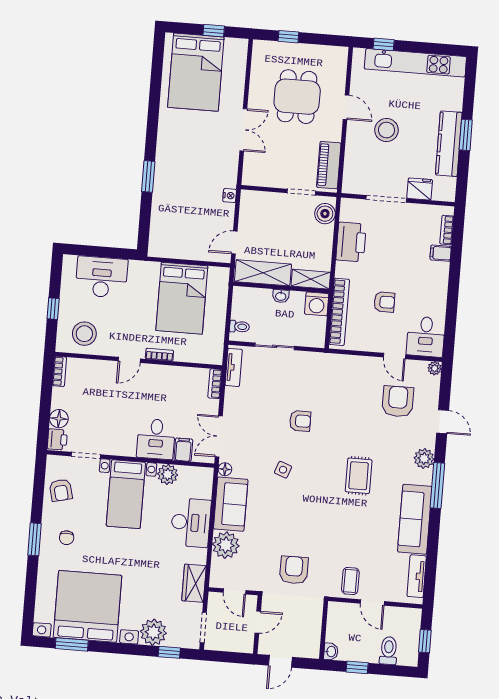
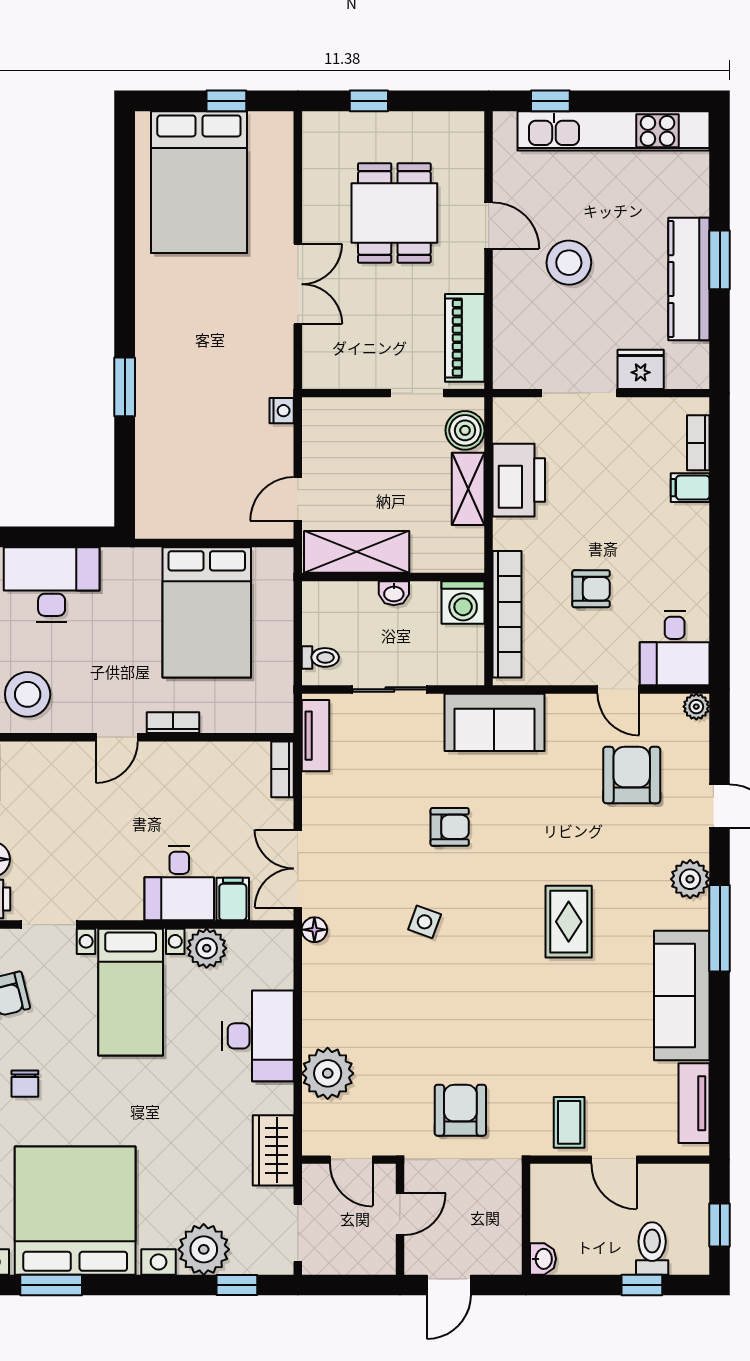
shelving: (311, 279) -> (468, 489), moved, turned 90
sofa: (231, 504) -> (494, 722), moved, turned 90
window: (357, 667) -> (642, 1285), moved

